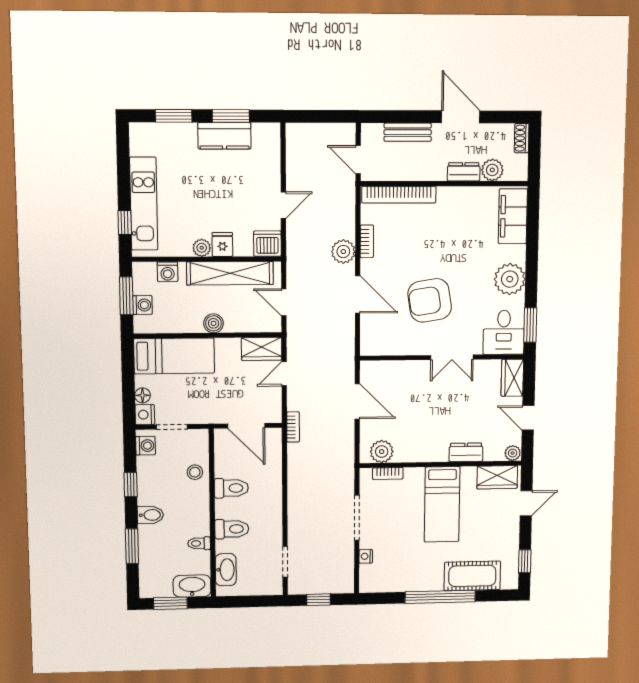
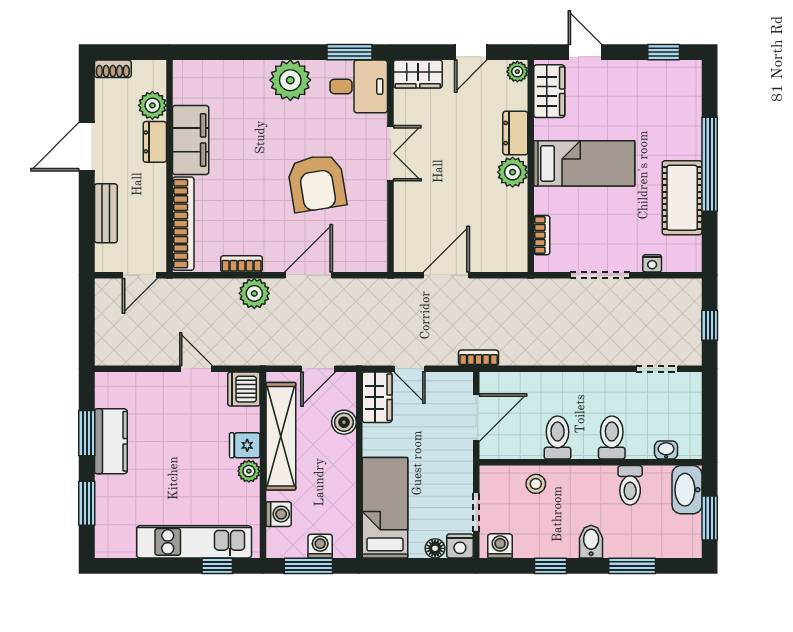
filing cabinet: (513, 216) -> (191, 140), moved, turned -90
boiler: (213, 323) -> (344, 422), moved
plant: (382, 452) -> (513, 172), moved
toilet: (199, 543) -> (630, 485), width x1.37, depth x1.39
washbasin: (226, 570) -> (666, 450), width x0.52, depth x0.69
cot: (472, 576) -> (682, 198), moved

